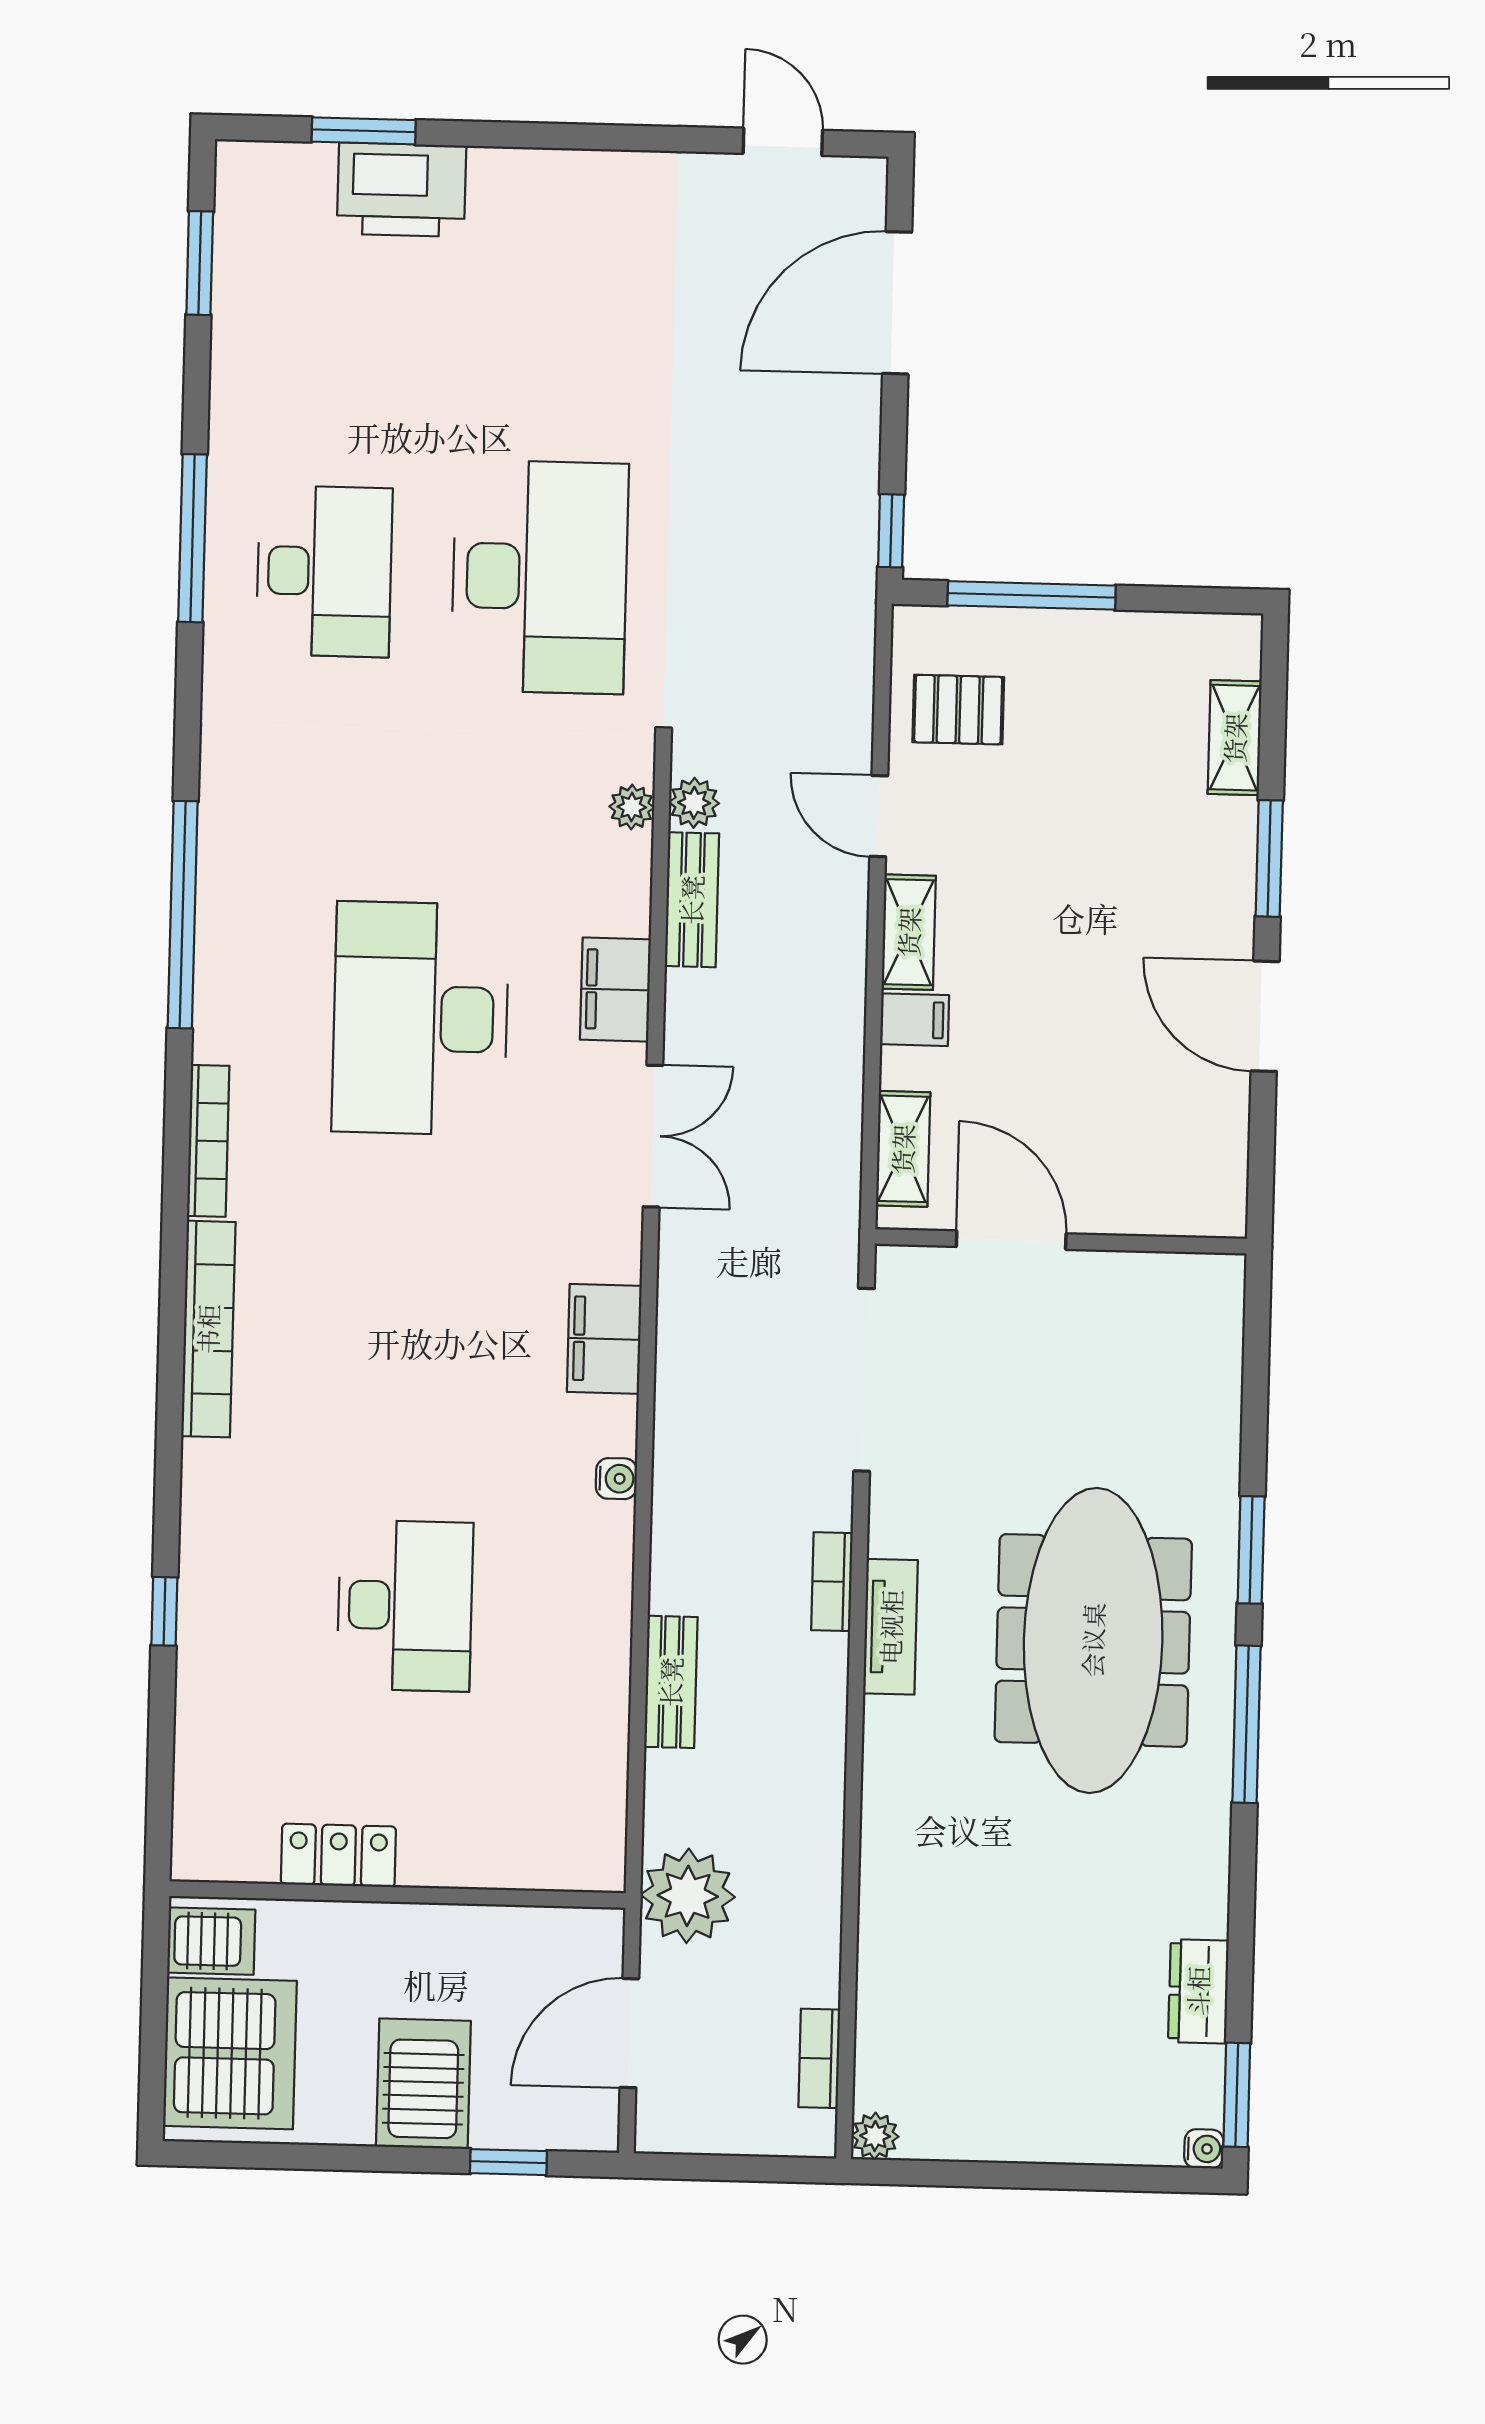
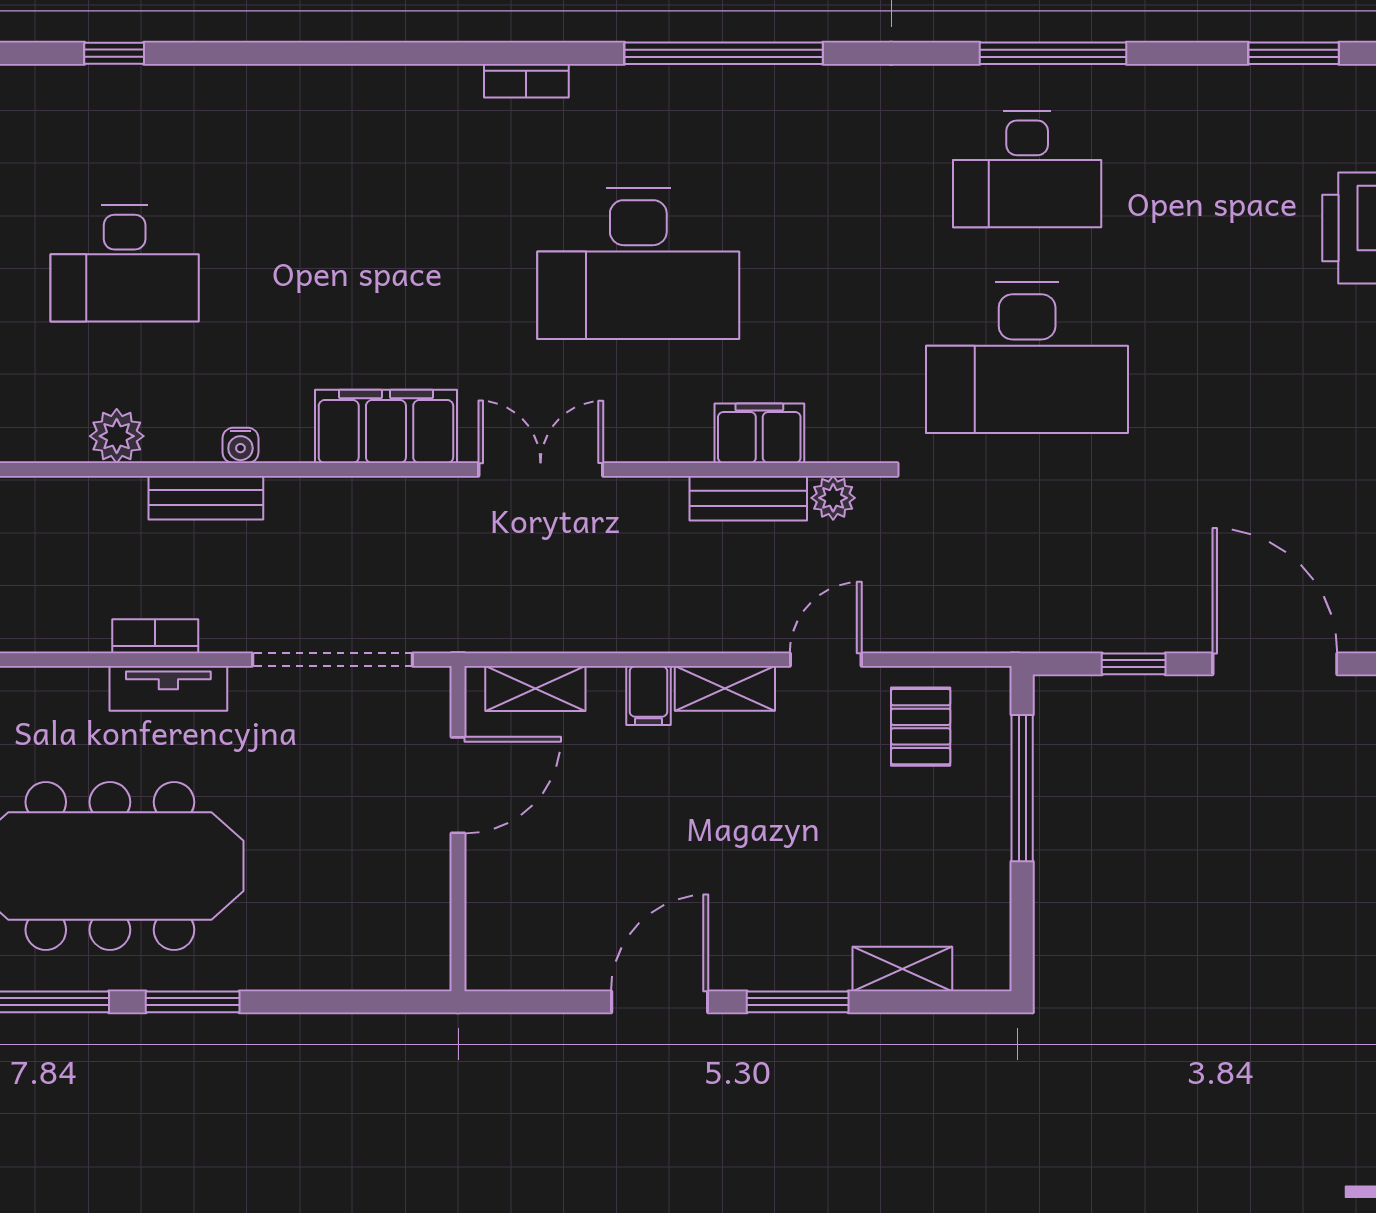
window: (891, 531) -> (1134, 664), moved
plant: (632, 807) -> (117, 436), moved, width x1.38, depth x1.38
filing cabinet: (615, 990) -> (759, 433), moved
desk: (420, 1018) -> (638, 263), turned 180
double door: (653, 1136) -> (541, 469), swing flipped
bookcase: (208, 1141) -> (526, 81), width x0.64
bookcase: (208, 1329) -> (362, 85), removed
filing cabinet: (604, 1339) -> (386, 426), width x1.50, depth x1.17
tv unit: (891, 1627) -> (168, 688), moved
bench: (671, 1682) -> (206, 498), moved

